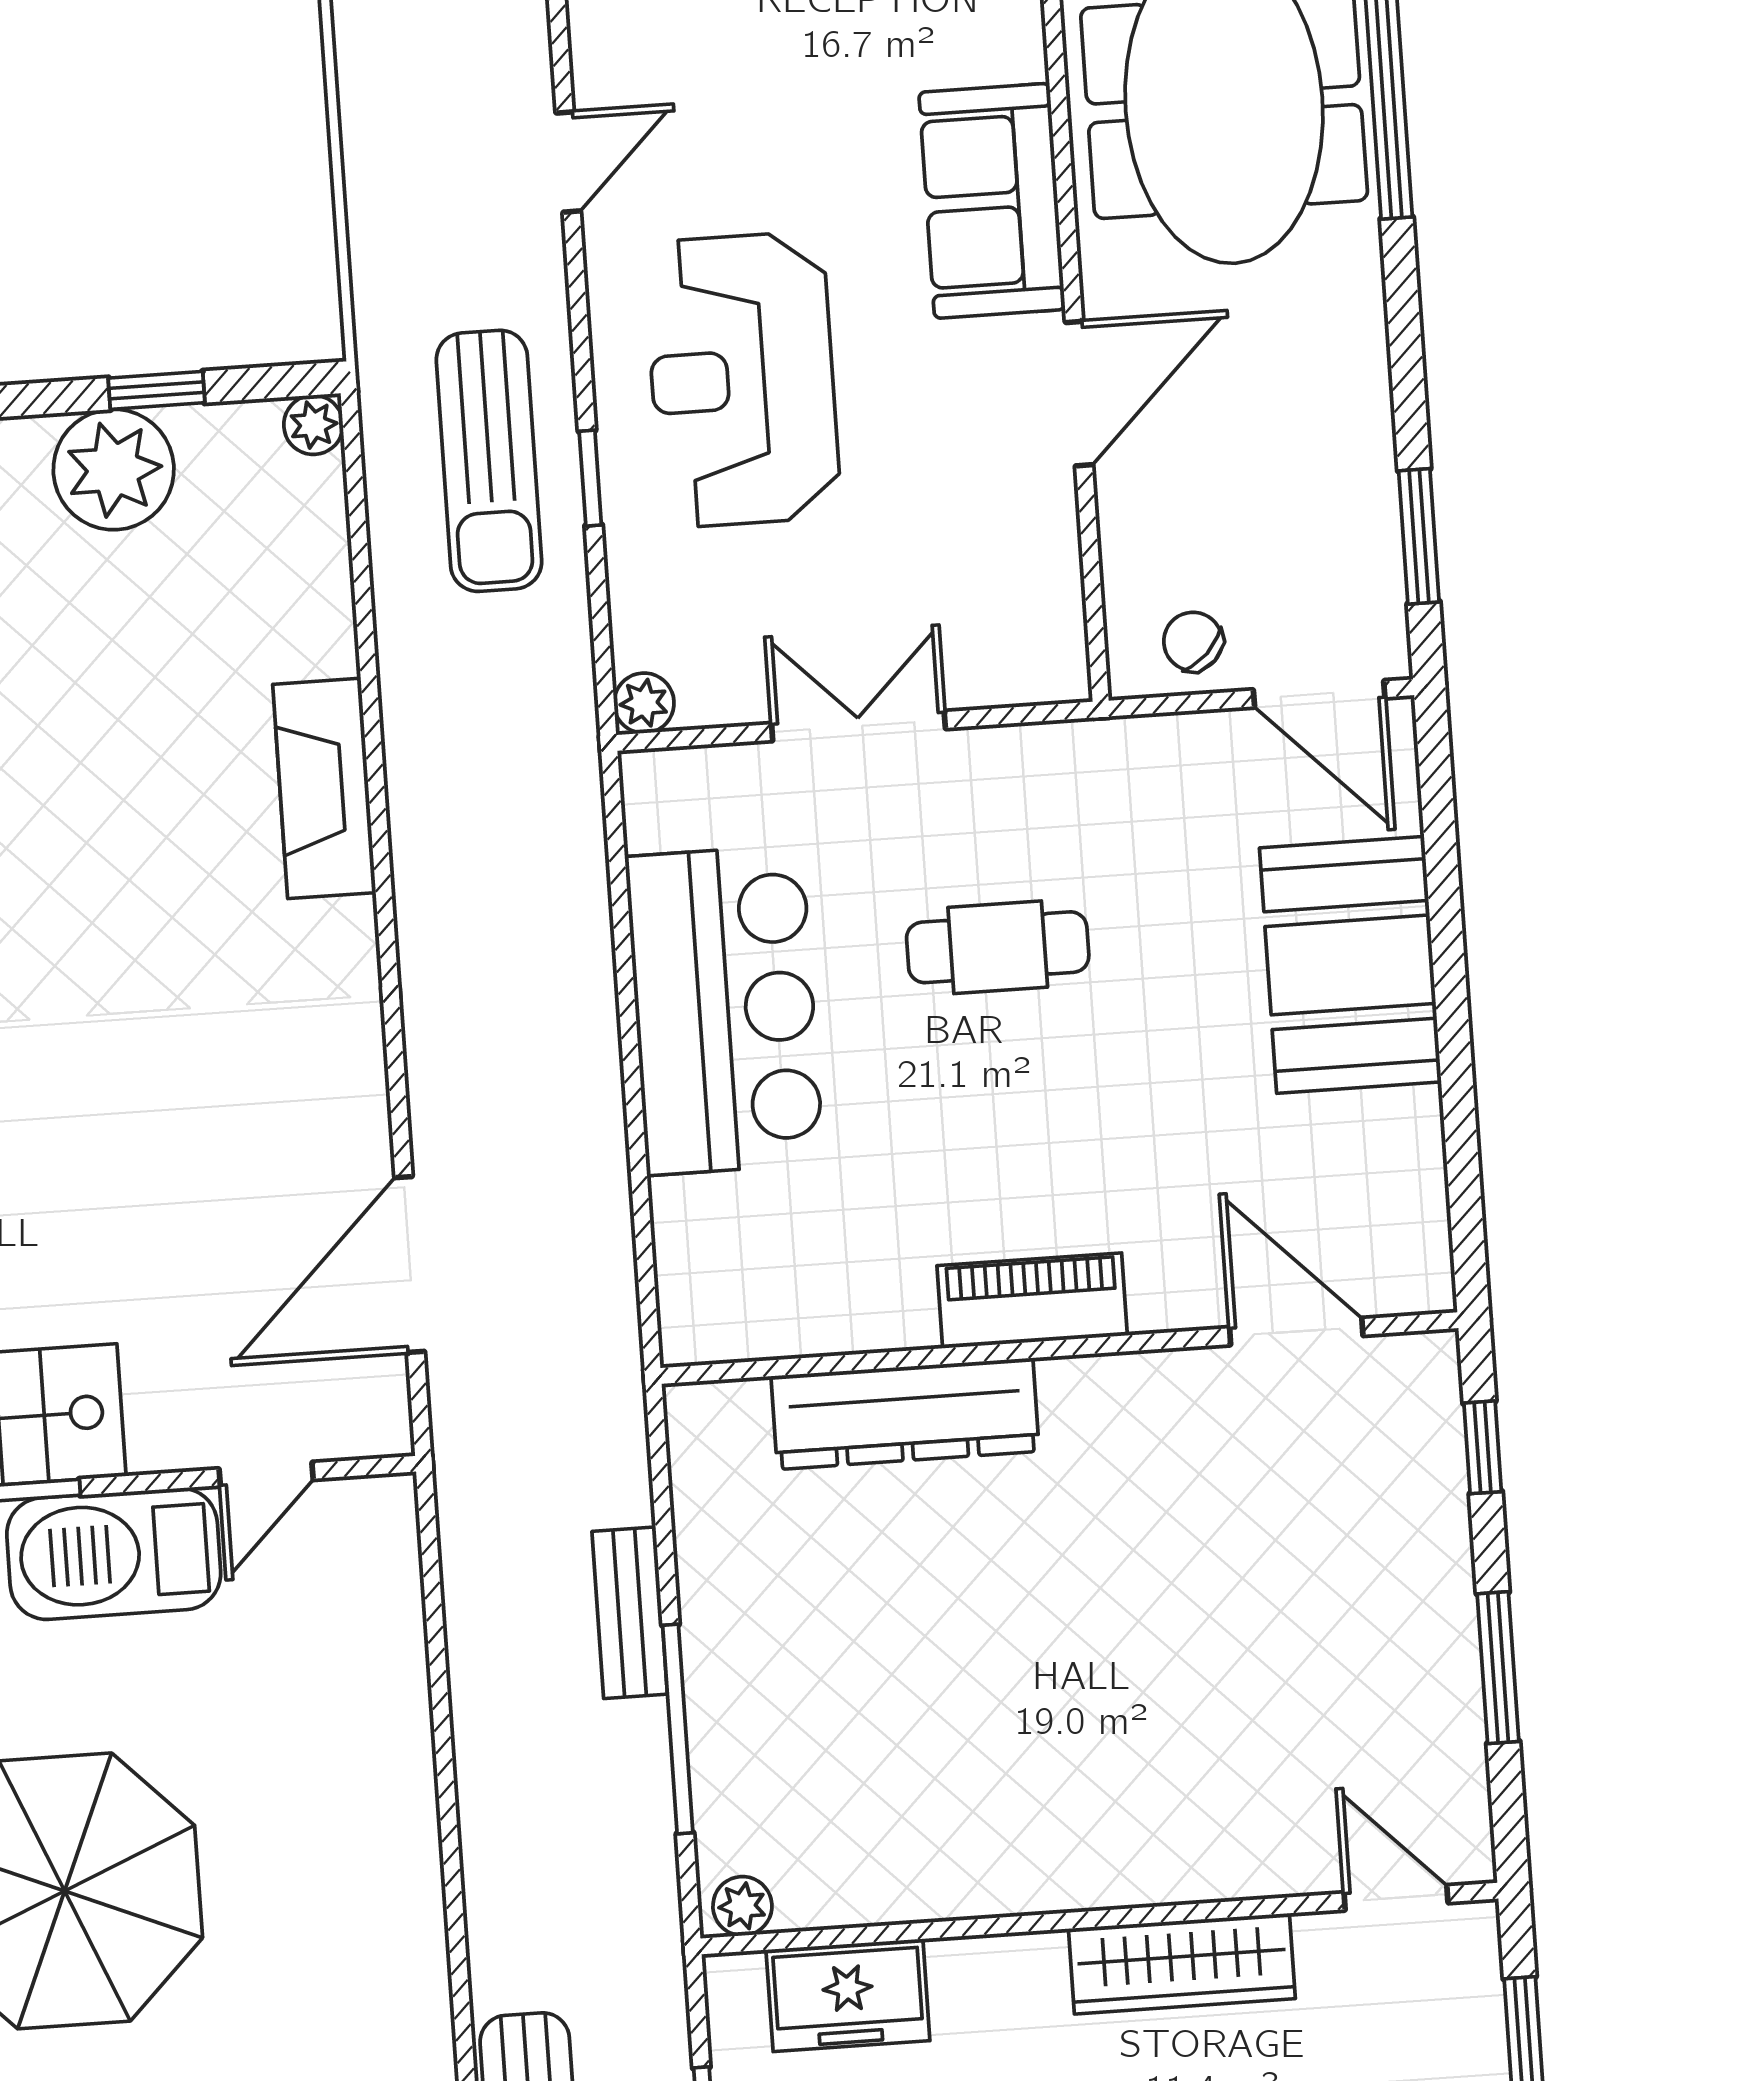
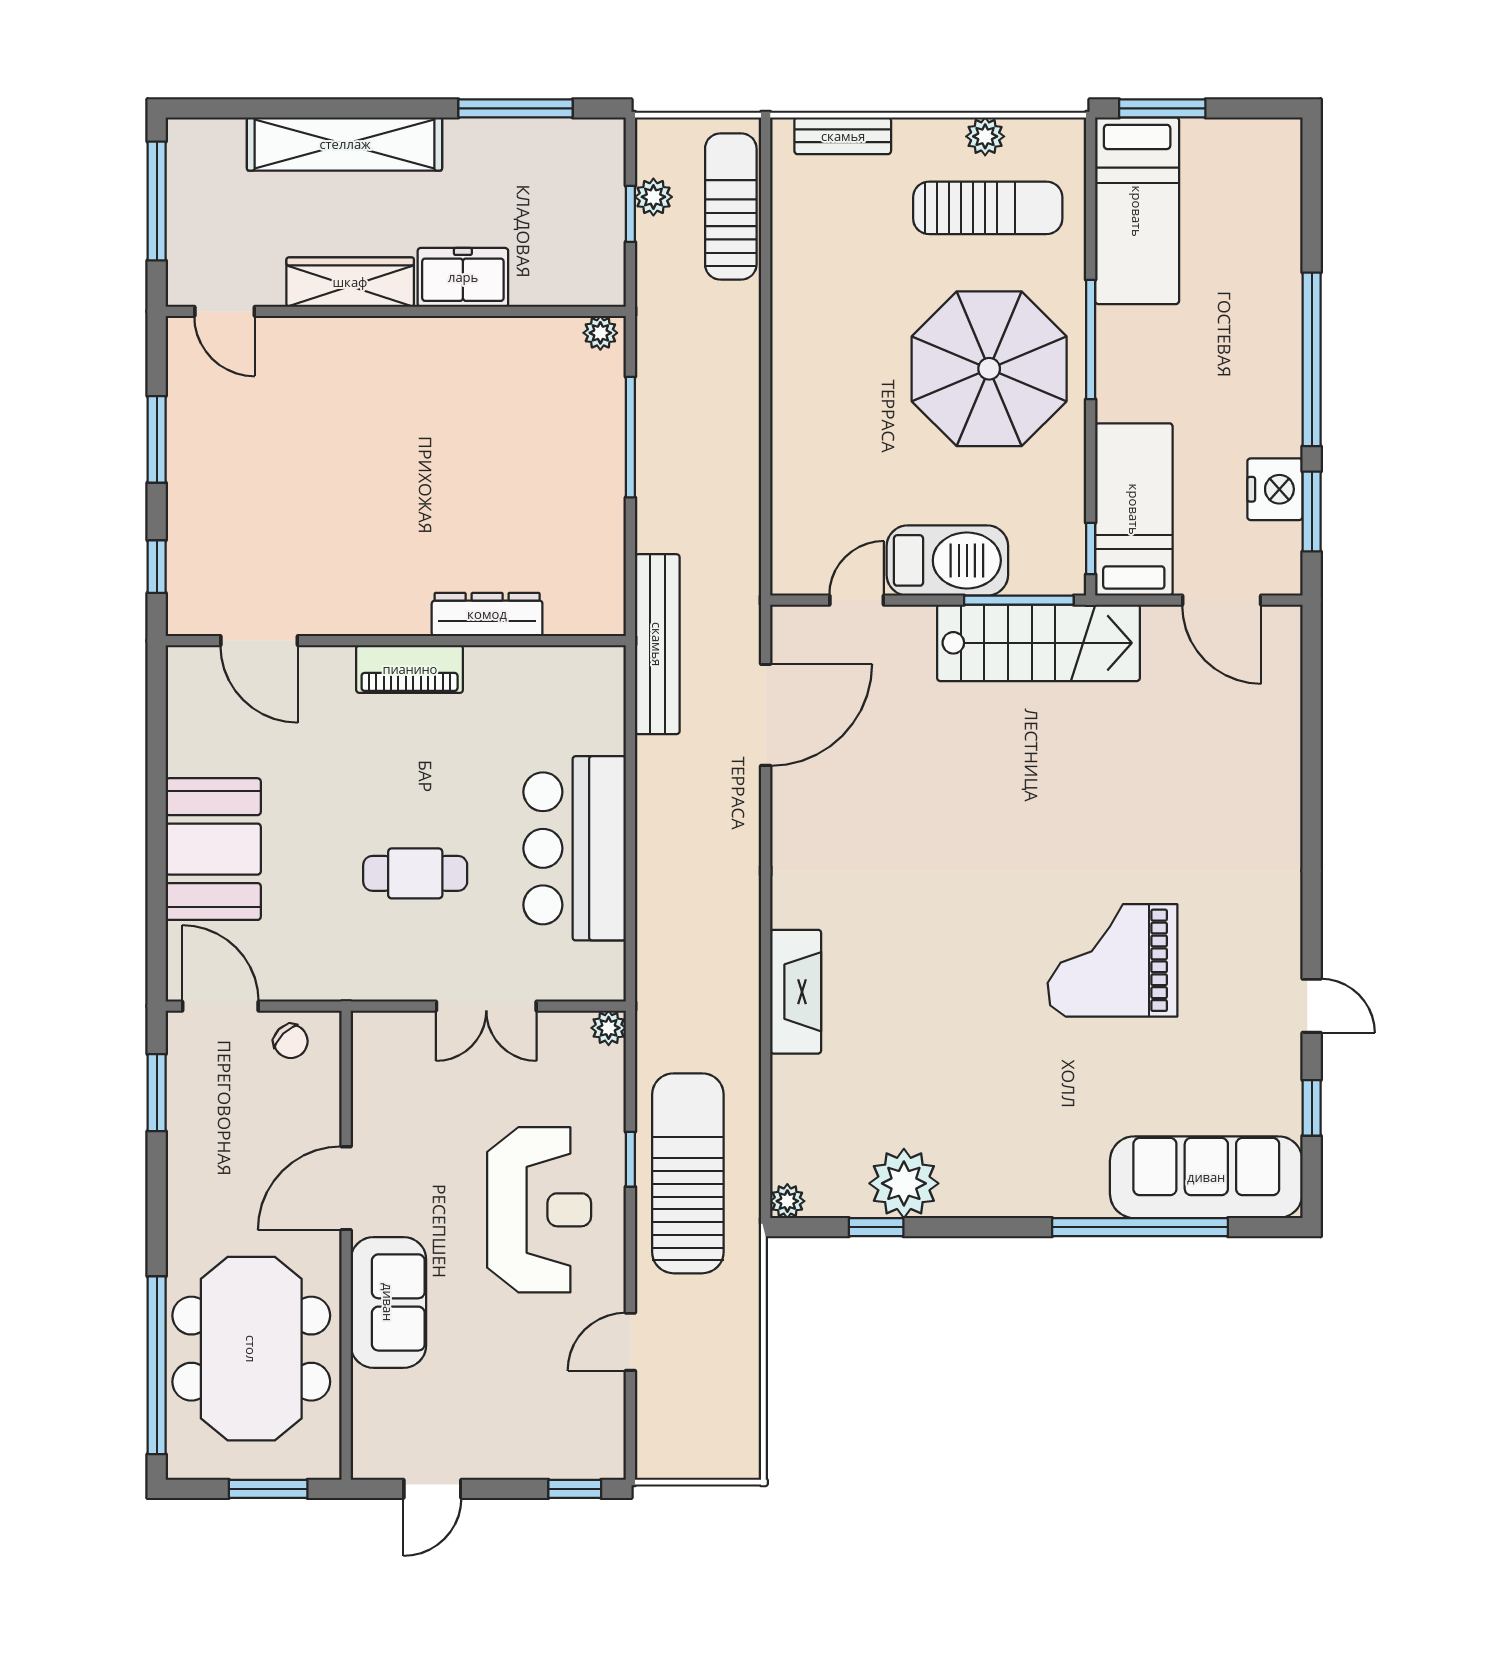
sun lounger: (489, 461) -> (688, 1173), width x1.36, depth x1.34
dresser: (905, 1414) -> (487, 614), width x0.73, depth x0.80
bench: (630, 1613) -> (657, 644), moved, width x1.86, depth x1.21
freezer: (848, 1995) -> (463, 277), moved

